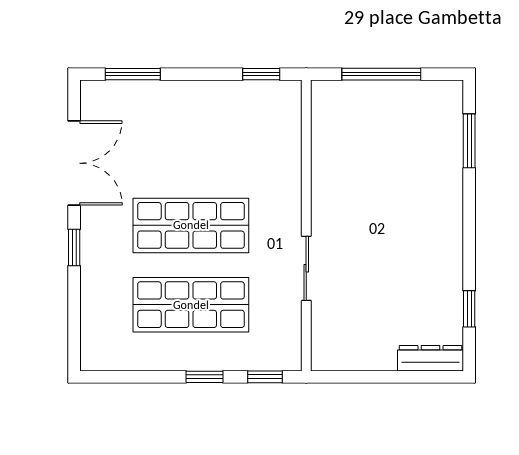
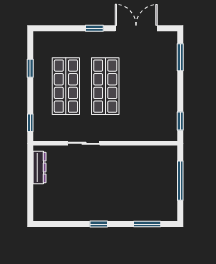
double door: (74, 163) -> (136, 28), swing flipped
window: (469, 309) -> (99, 224), moved
dresser: (431, 358) -> (39, 167), moved
window: (205, 377) -> (30, 68), moved

